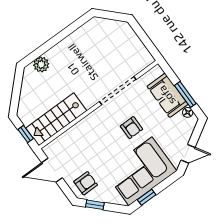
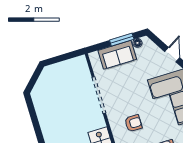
armchair: (131, 128) -> (133, 123), moved

